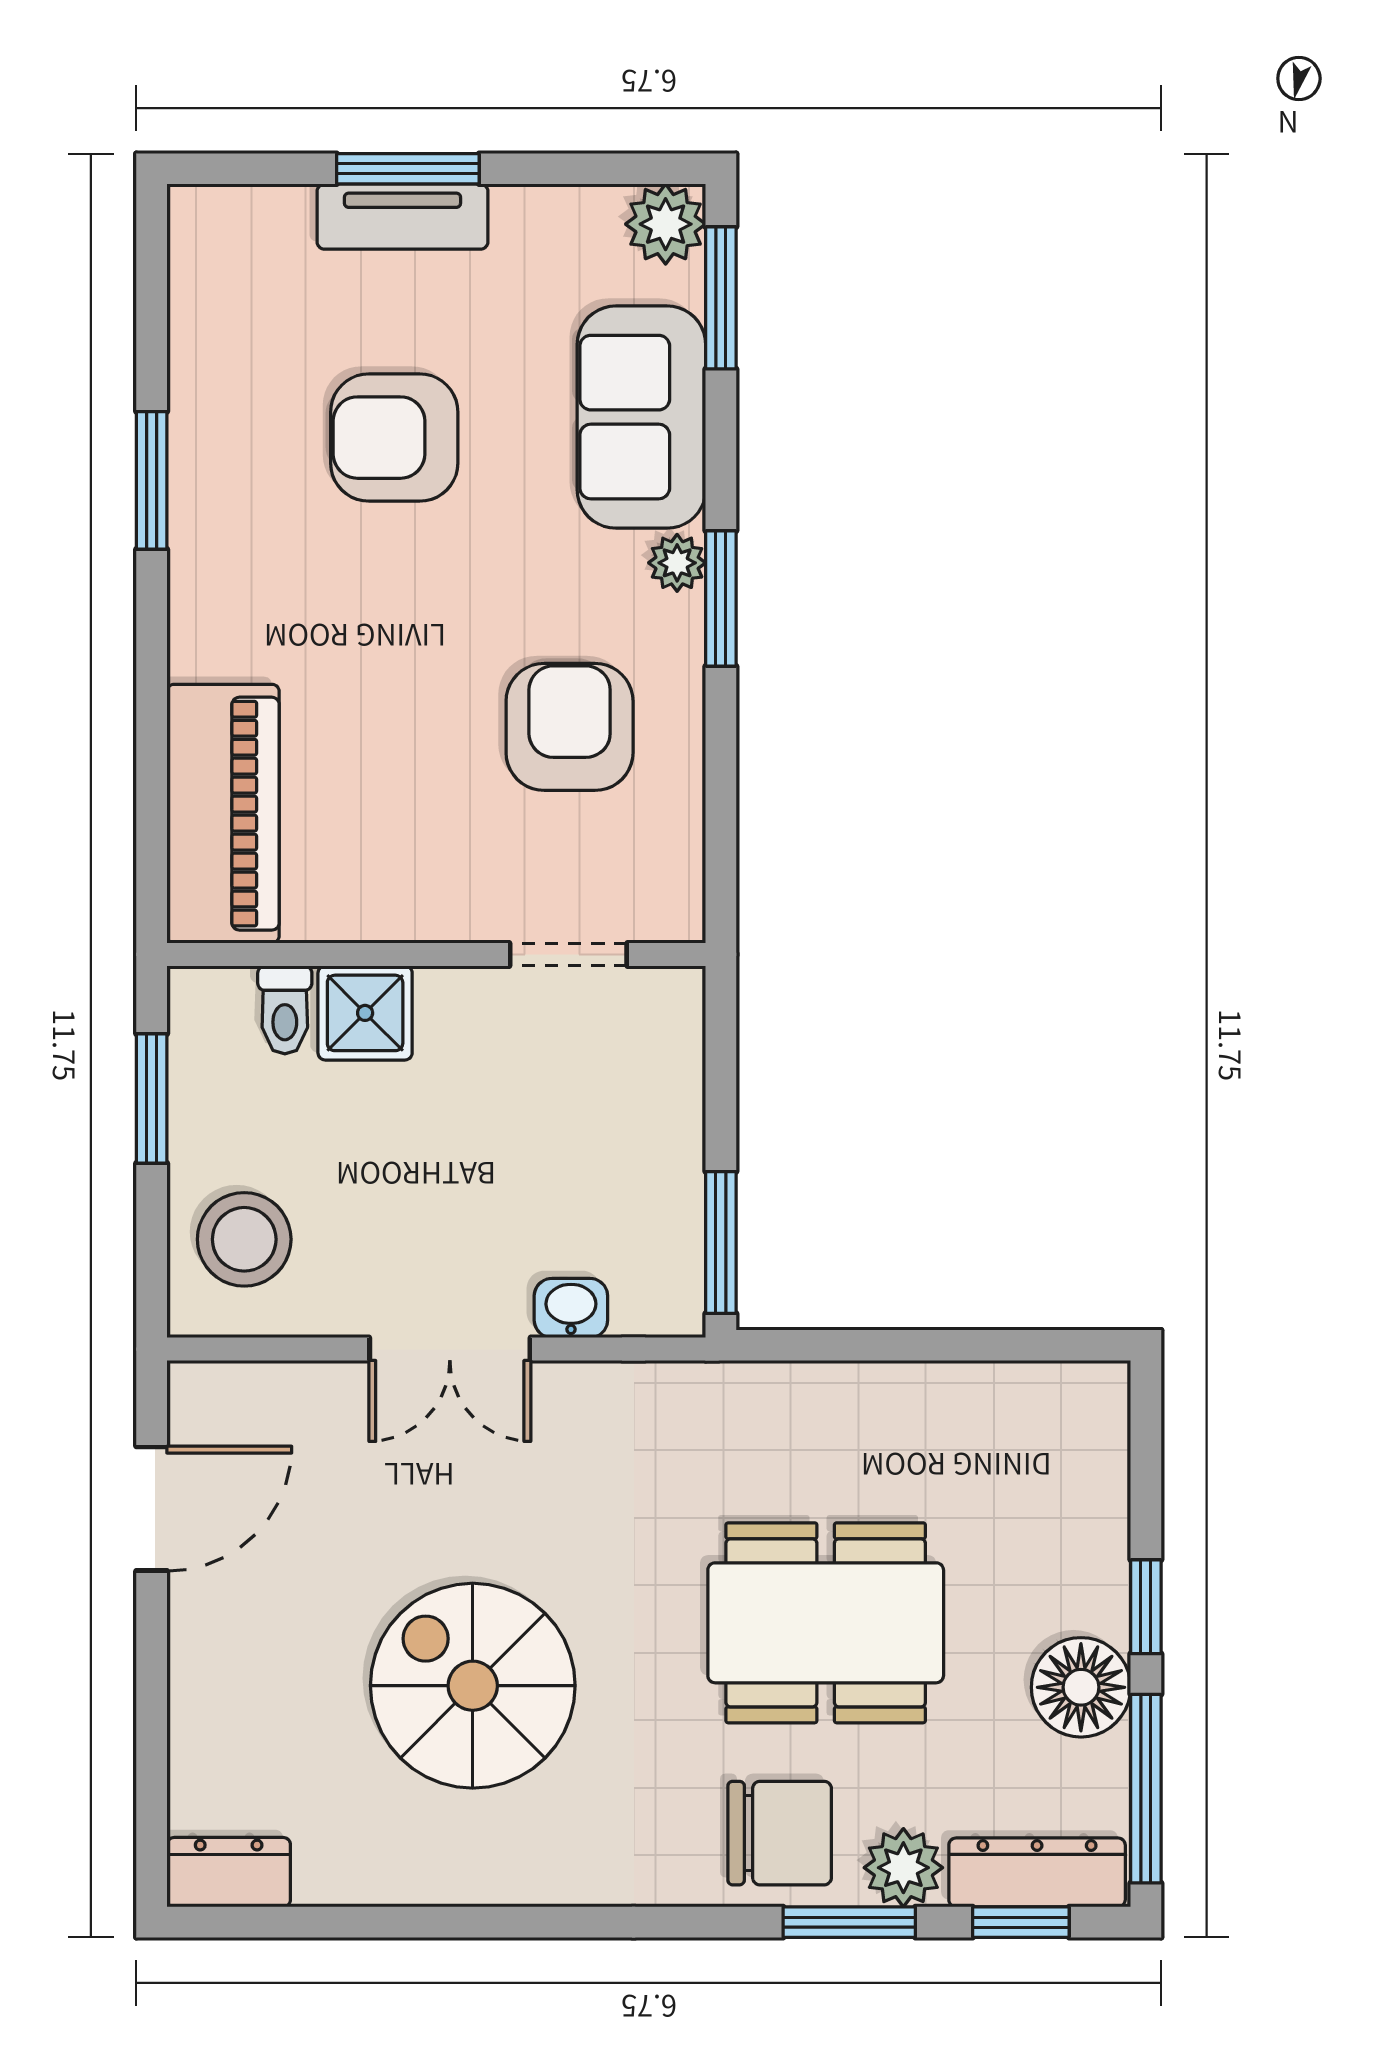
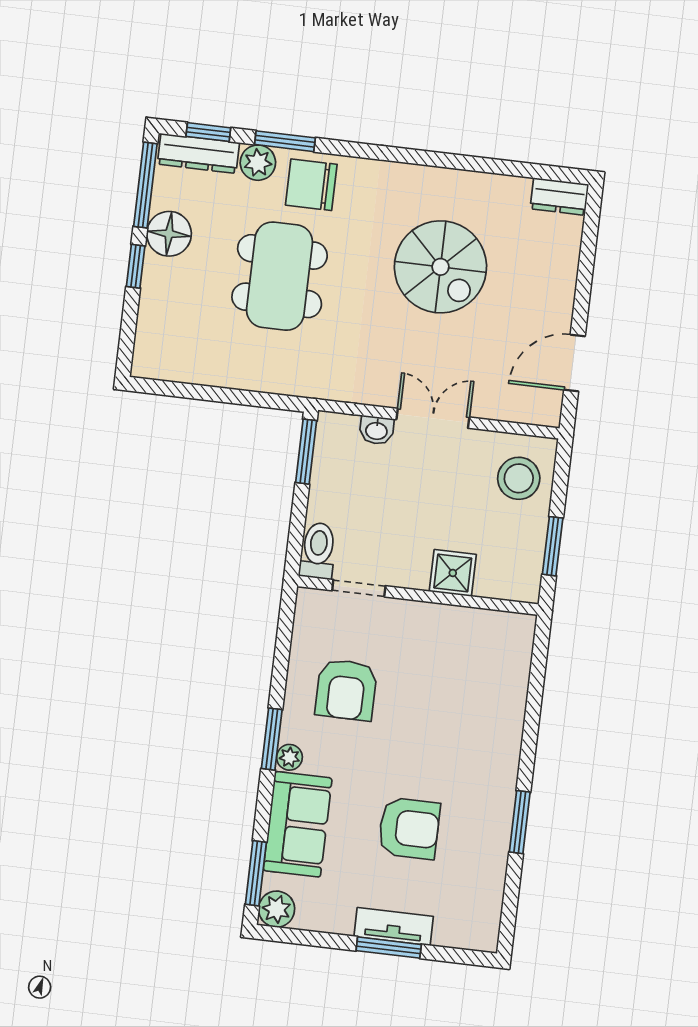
piano: (223, 814) -> (506, 669), removed
toilet: (285, 1010) -> (318, 551), moved, width x1.37, depth x1.39
dining table: (826, 1623) -> (280, 276), turned 90

